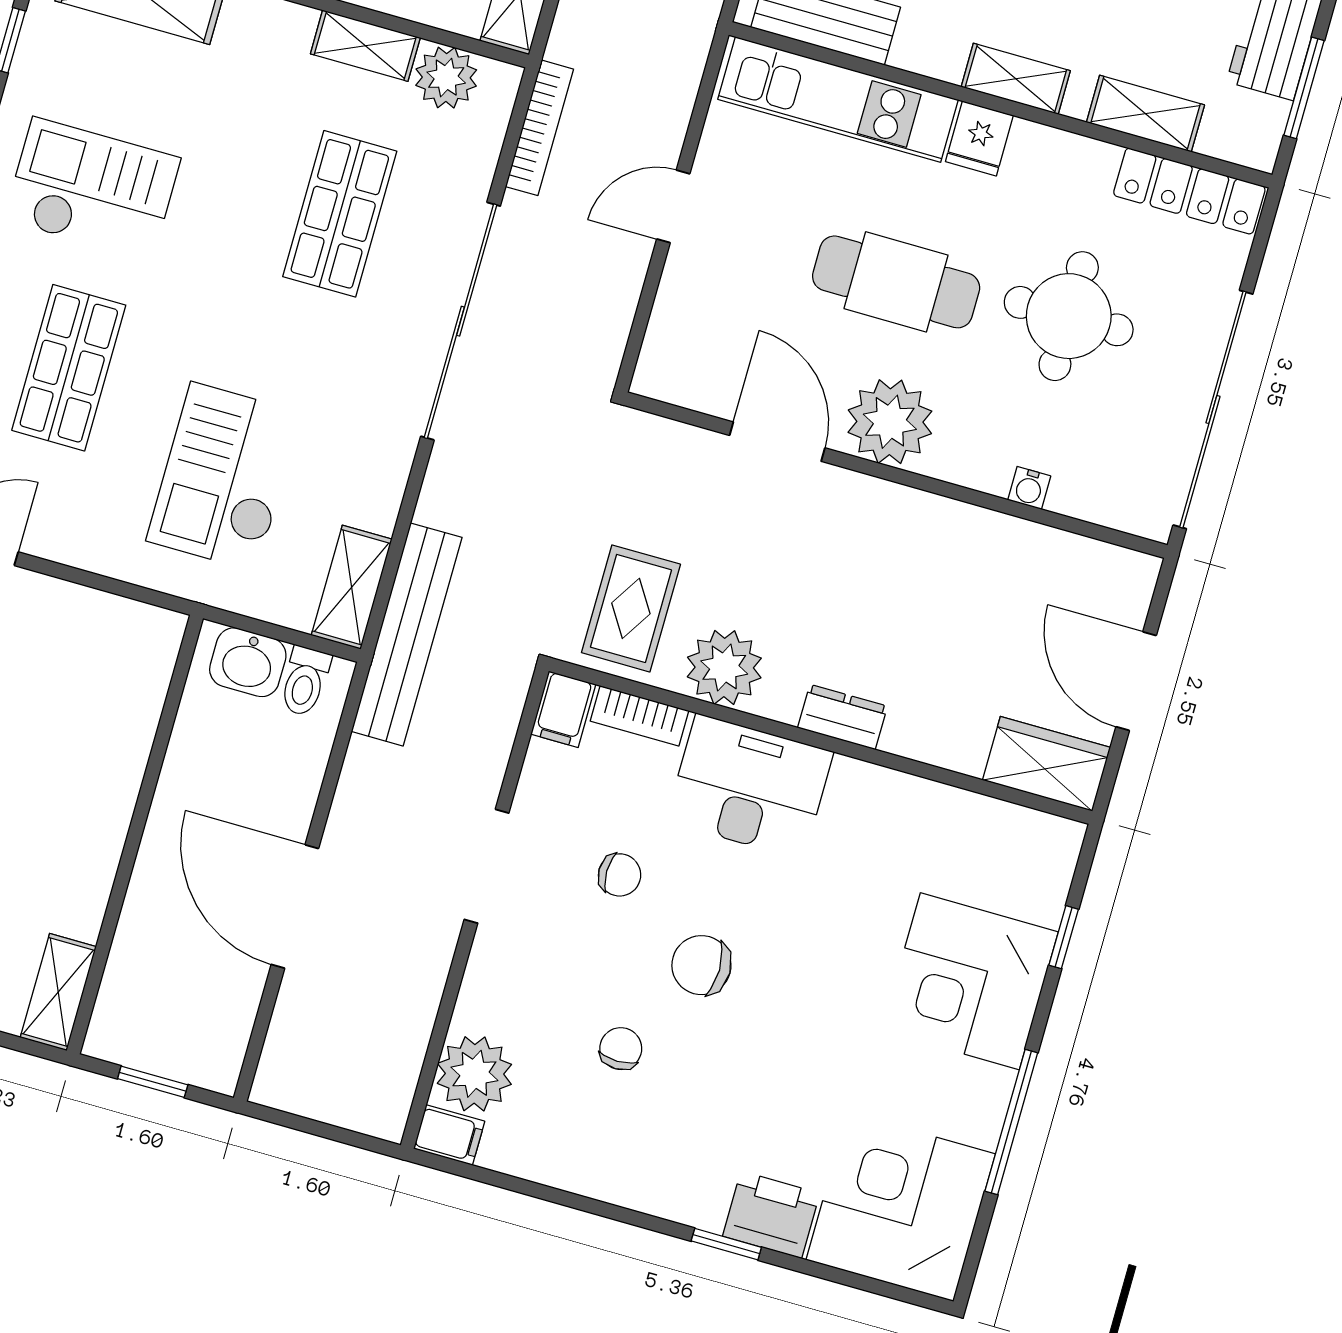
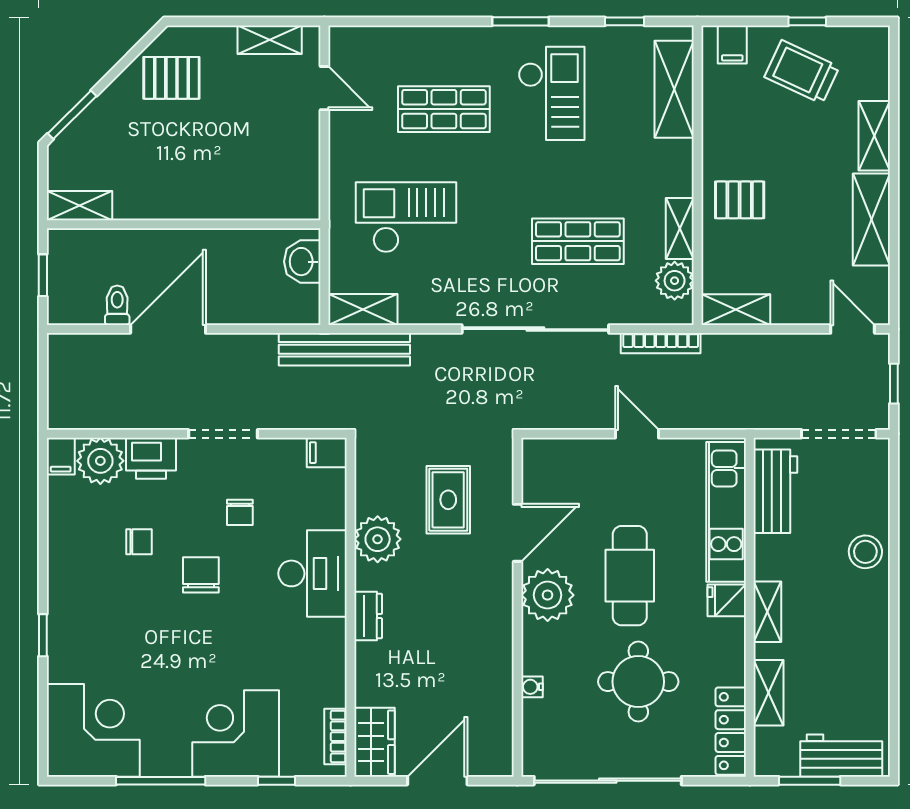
rug: (631, 608) -> (448, 500), moved, turned 90
toilet: (305, 681) -> (117, 305), moved, turned 90
bookcase: (639, 716) -> (335, 737), moved
printer: (771, 1215) -> (151, 458), moved, turned 90

